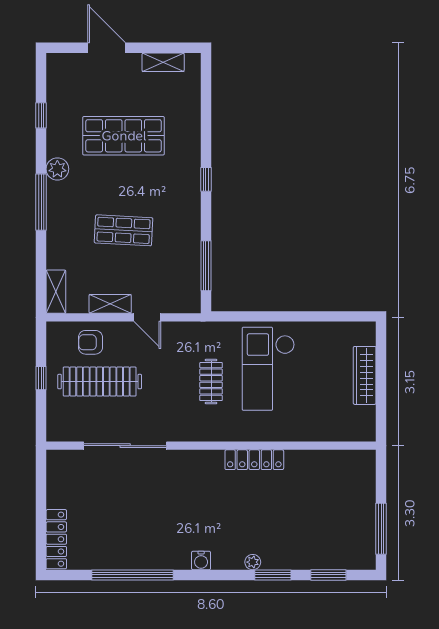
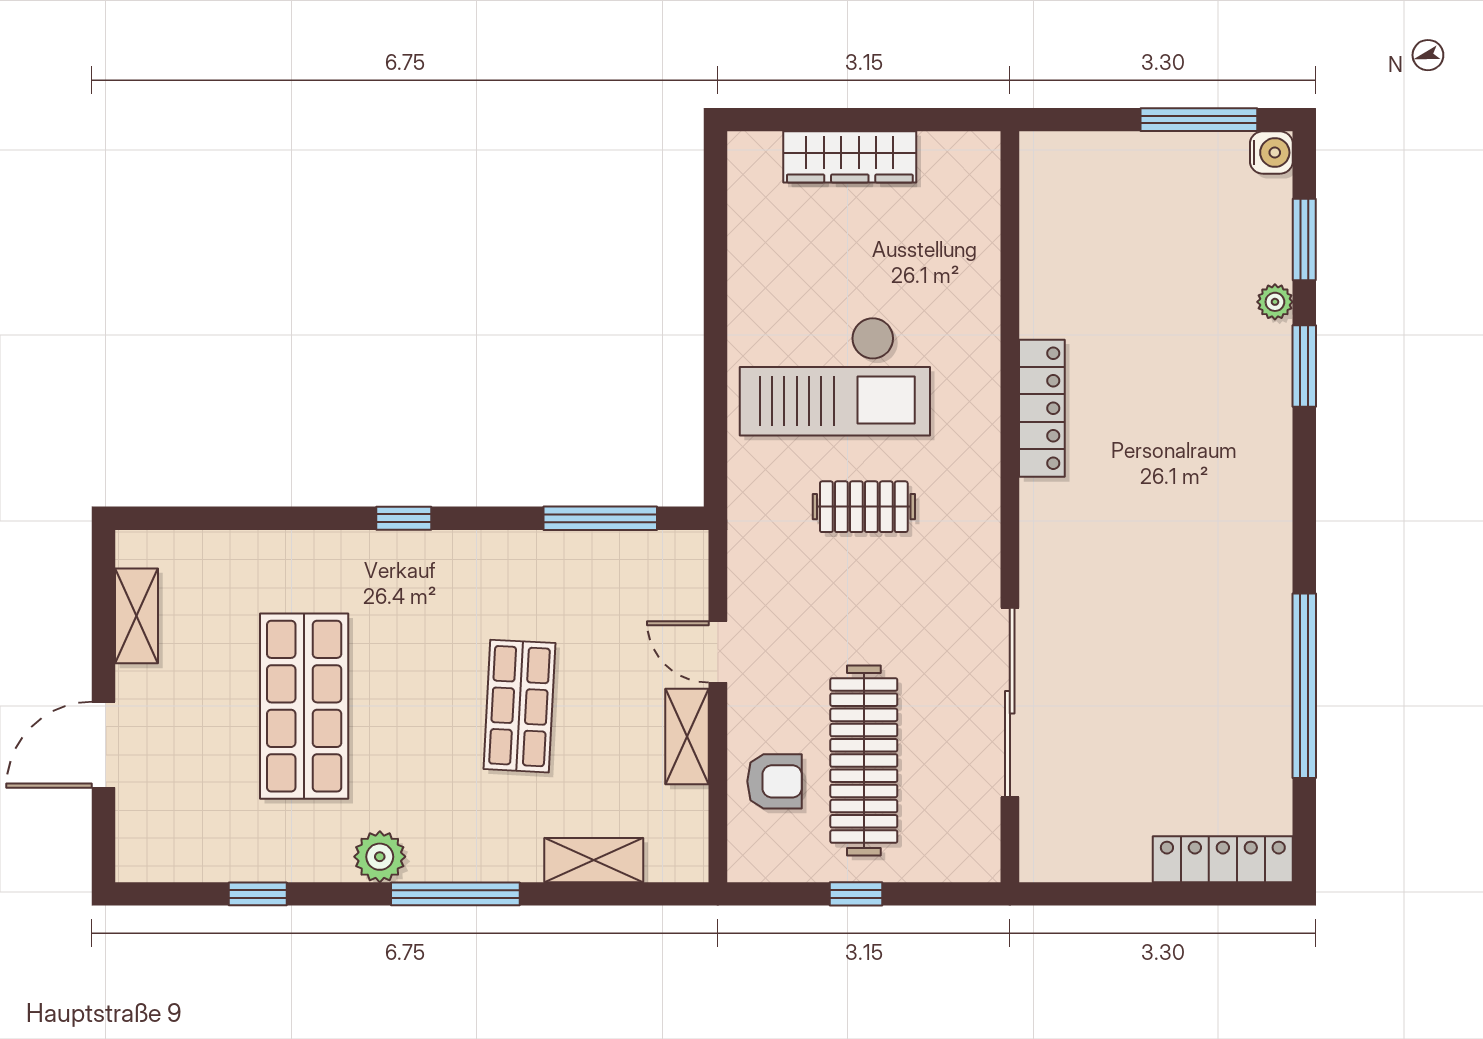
shelving: (56, 292) -> (594, 860), moved
door: (147, 317) -> (718, 652), swing flipped
armchair: (90, 342) -> (774, 781), turned -90
water cooler: (201, 560) -> (1271, 153), moved
plant: (253, 562) -> (1275, 302), moved

